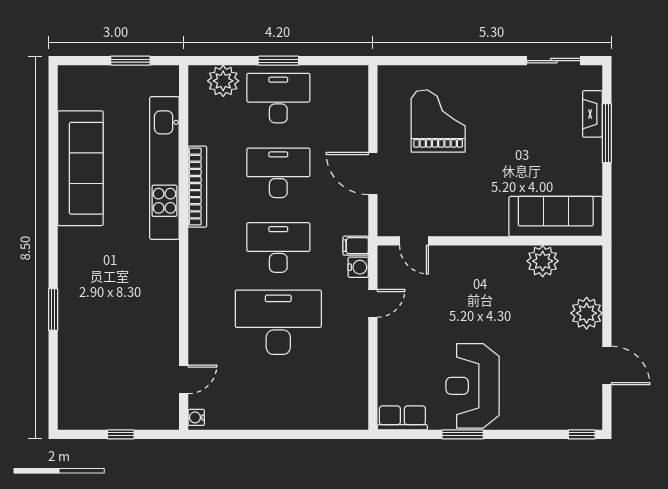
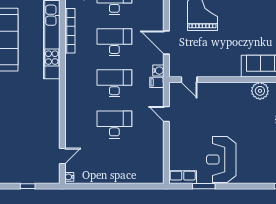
bookcase: (197, 187) -> (70, 31), moved
water cooler: (358, 267) -> (158, 71), moved
door: (373, 303) -> (166, 114), swing flipped
desk: (278, 322) -> (114, 124), width x0.73, depth x0.77
window: (463, 434) -> (204, 186), moved

